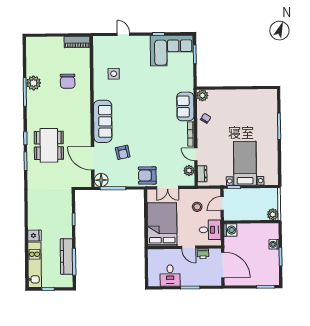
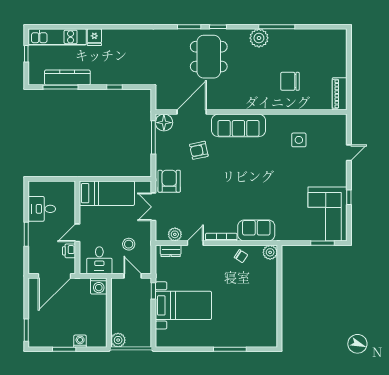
plant: (34, 83) -> (259, 38), moved
dining table: (49, 145) -> (209, 57), turned 90
bed: (162, 224) -> (107, 193), width x0.67

